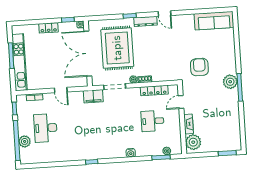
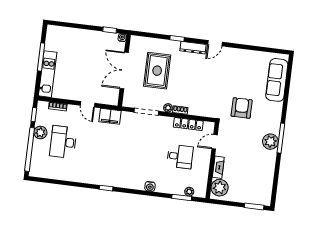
door: (164, 14) -> (215, 43), hinge flipped
sofa: (214, 21) -> (277, 80), moved, turned 90
locker: (49, 28) -> (87, 35), removed
rug: (117, 48) -> (157, 71), width x0.73, depth x0.69
double door: (88, 54) -> (124, 70), width x0.73
kitchen unit: (19, 62) -> (48, 74), width x0.73
plant: (230, 82) -> (270, 142), moved
filing cabinet: (93, 96) -> (110, 116), moved
desk: (152, 121) -> (180, 157), turned 180
plant: (25, 141) -> (40, 133), moved

